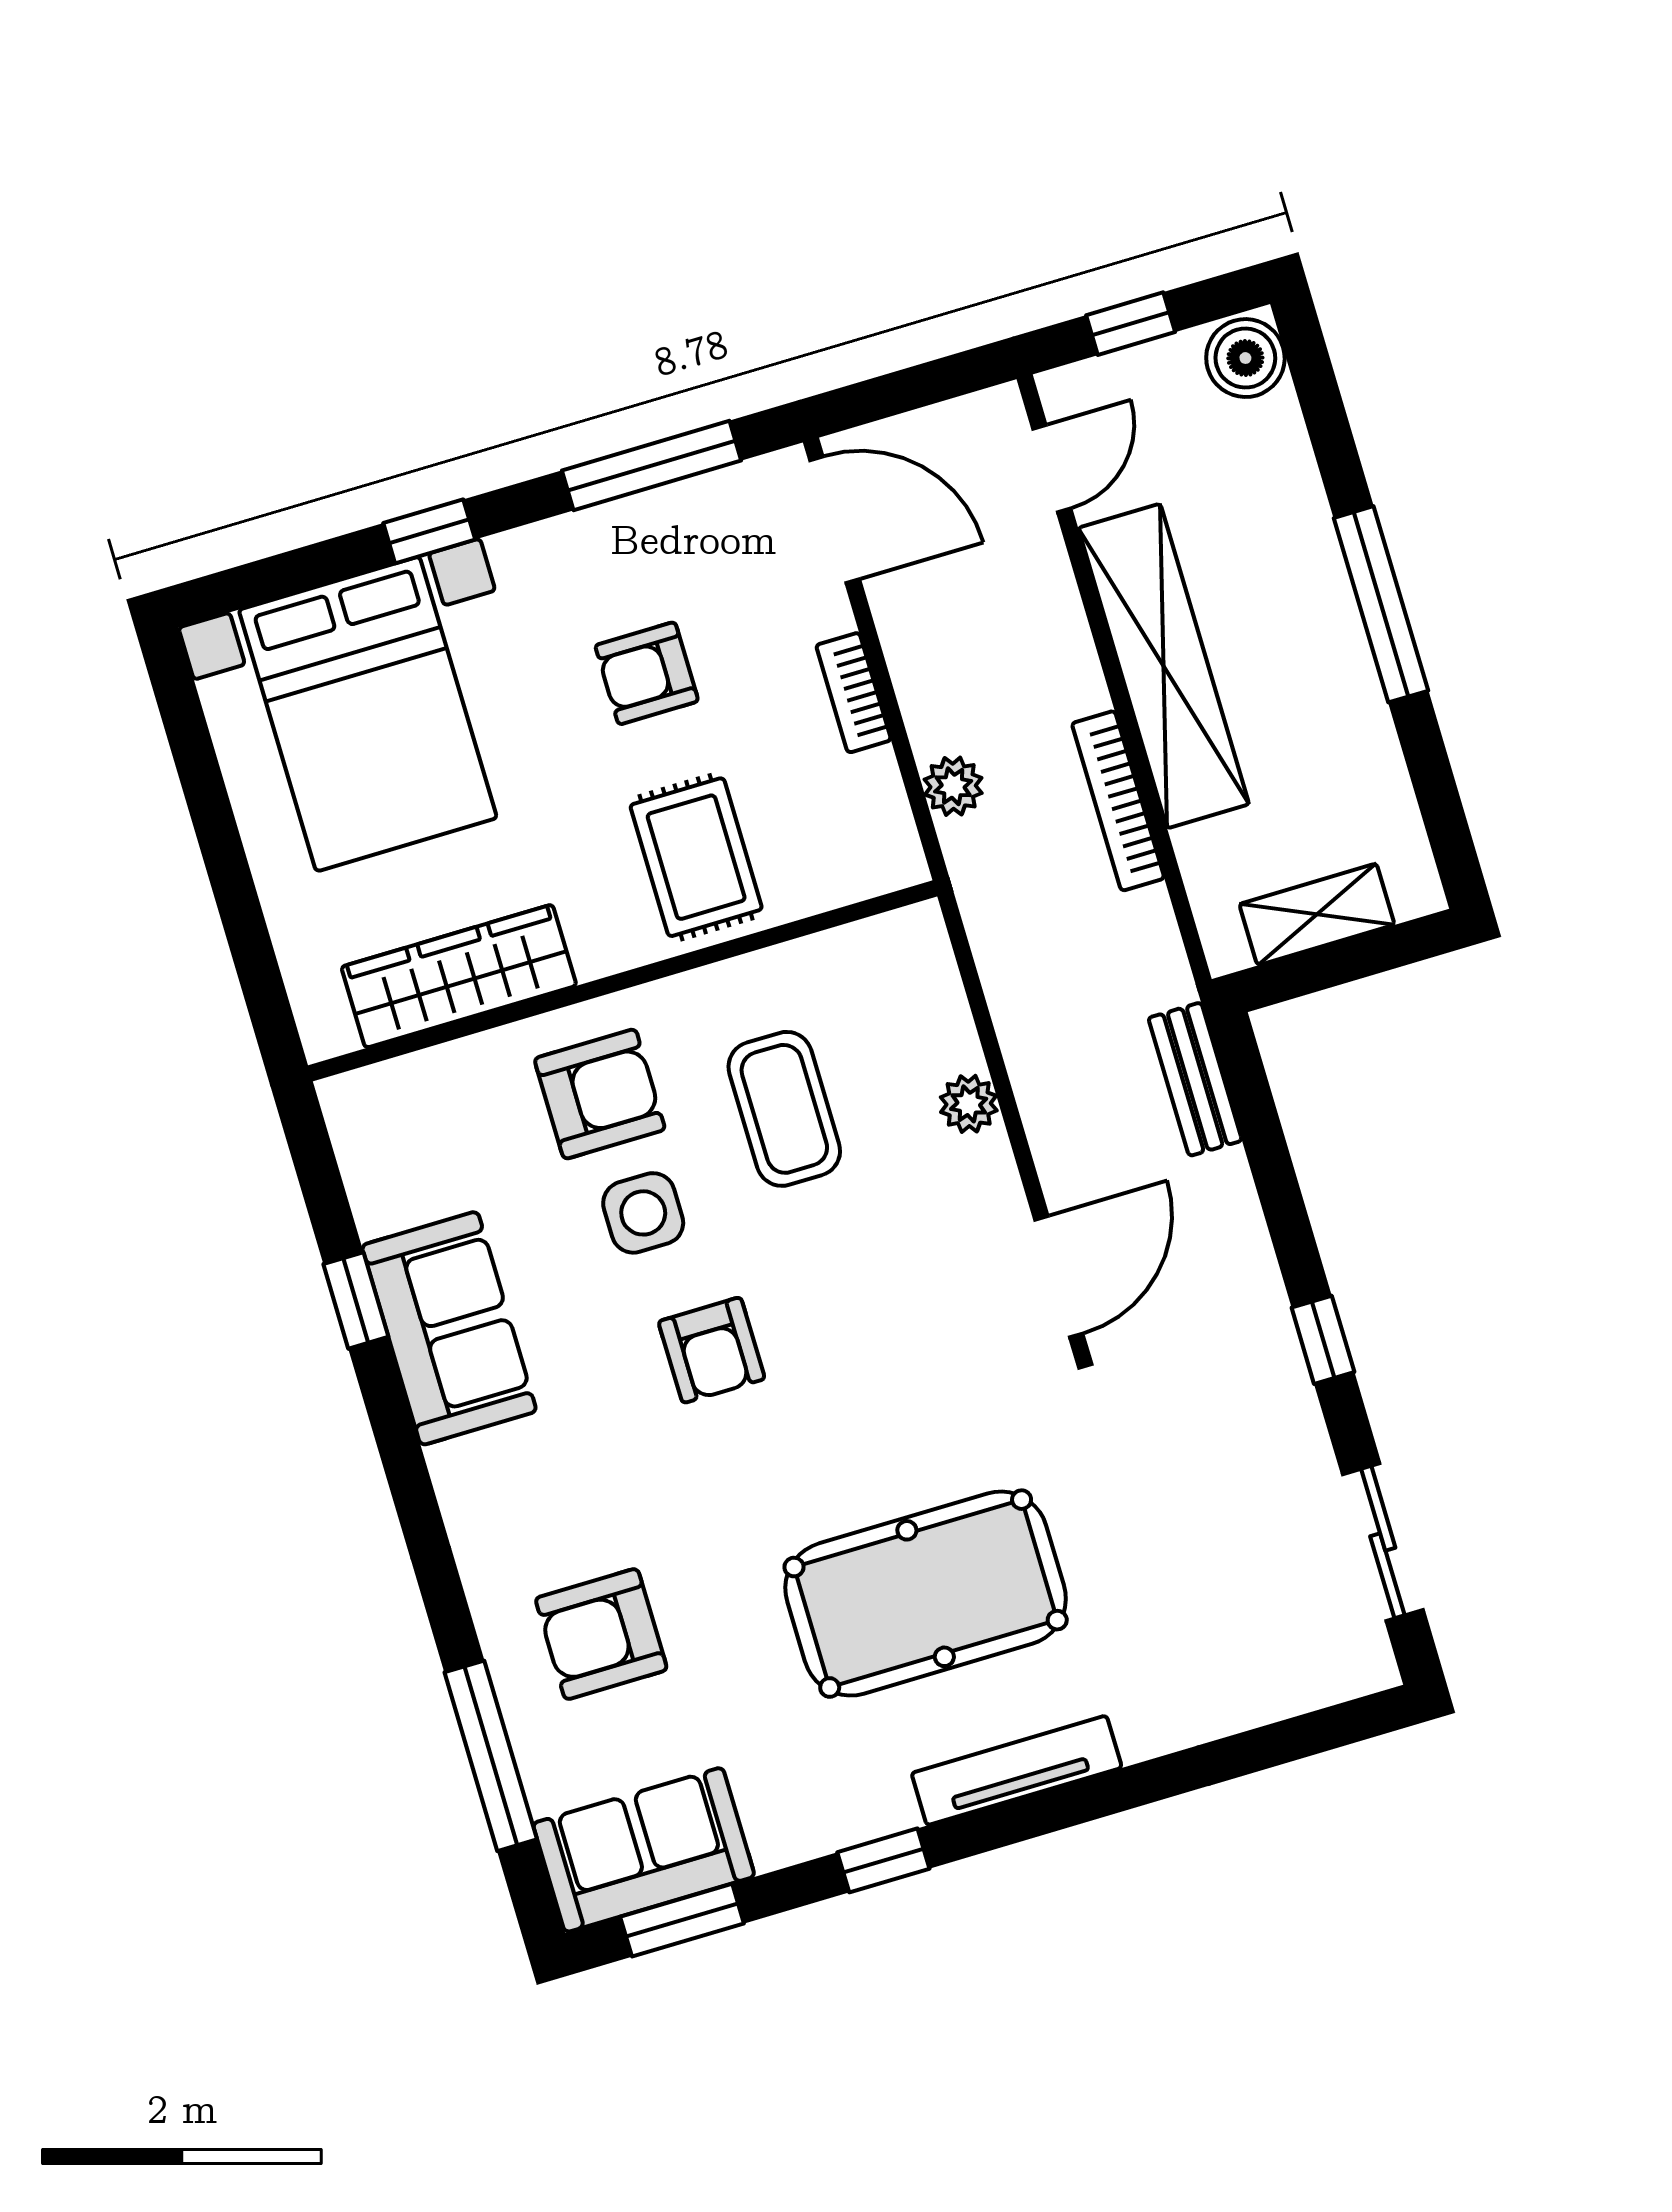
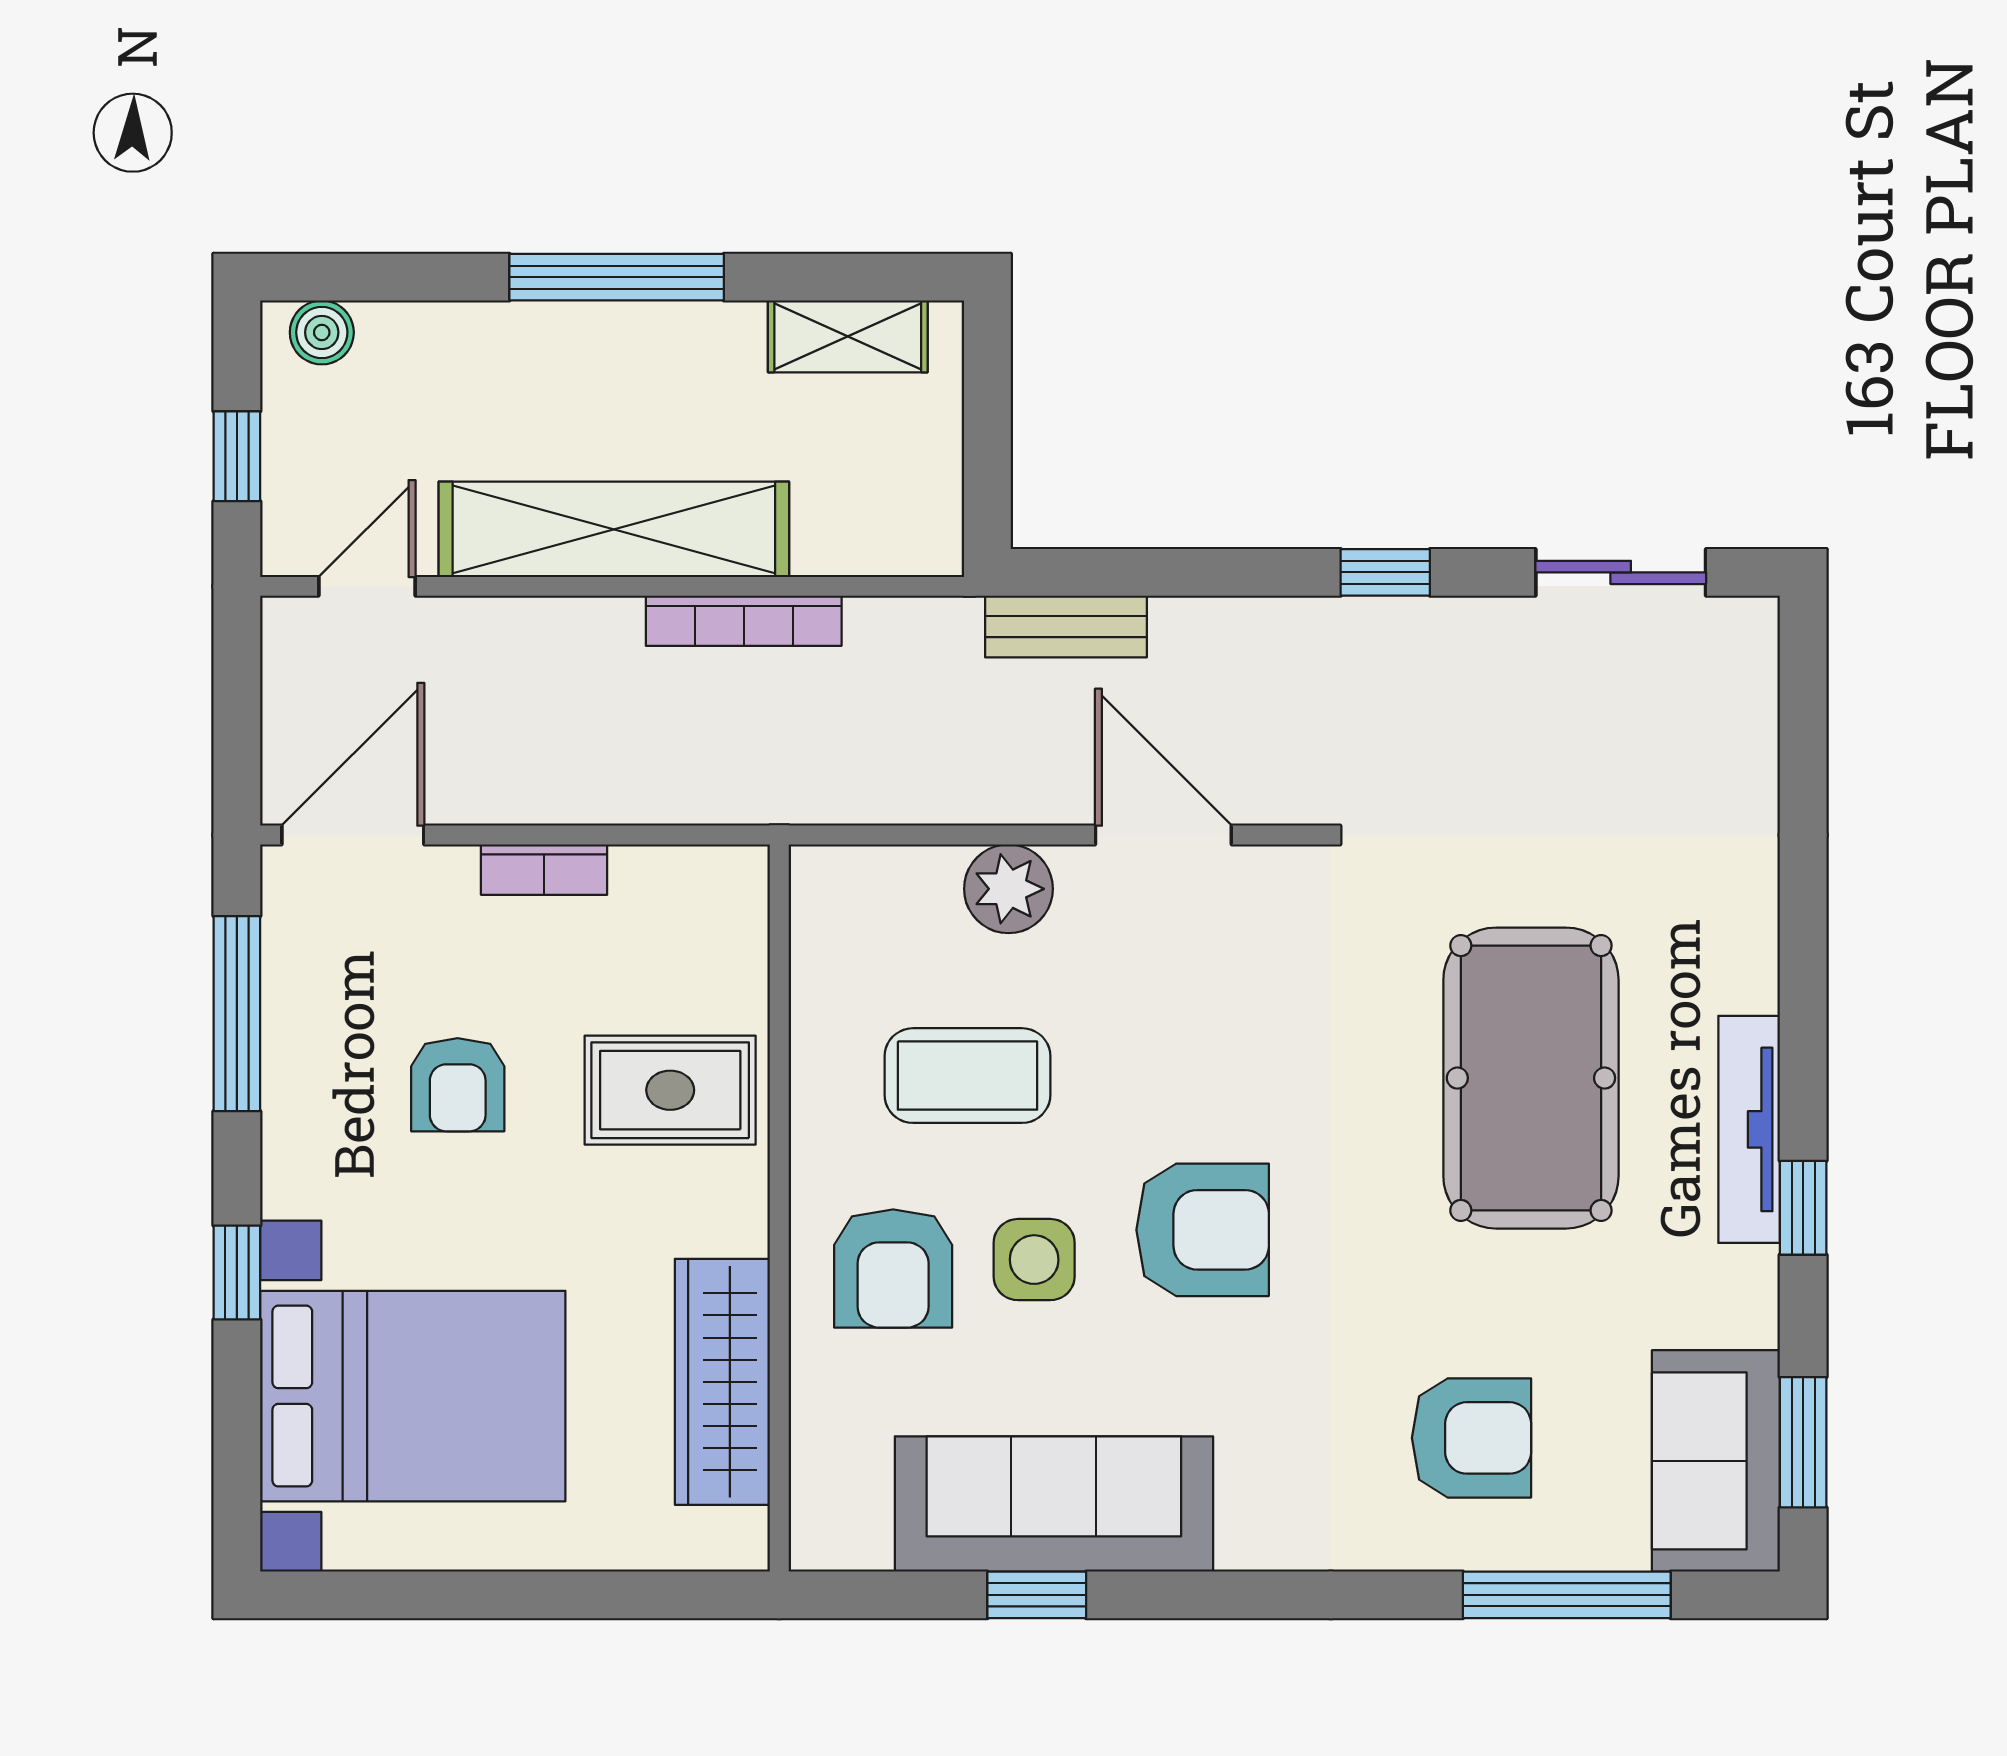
boiler: (1245, 358) -> (322, 332), width x0.73, depth x0.73
door: (1052, 468) -> (367, 586), hinge flipped
plant: (953, 786) -> (676, 793), removed
shelving: (1317, 914) -> (848, 336), moved, turned 90
armchair: (600, 1094) -> (893, 1268), turned 180
plant: (969, 1104) -> (1008, 889), width x1.38, depth x1.38
door: (1059, 1277) -> (1163, 835), moved
sofa: (449, 1328) -> (1054, 1504), width x1.36
armchair: (712, 1350) -> (1203, 1230), width x1.38, depth x1.38
armchair: (601, 1634) -> (1471, 1438), turned -90
tv unit: (1017, 1770) -> (1749, 1129), moved

